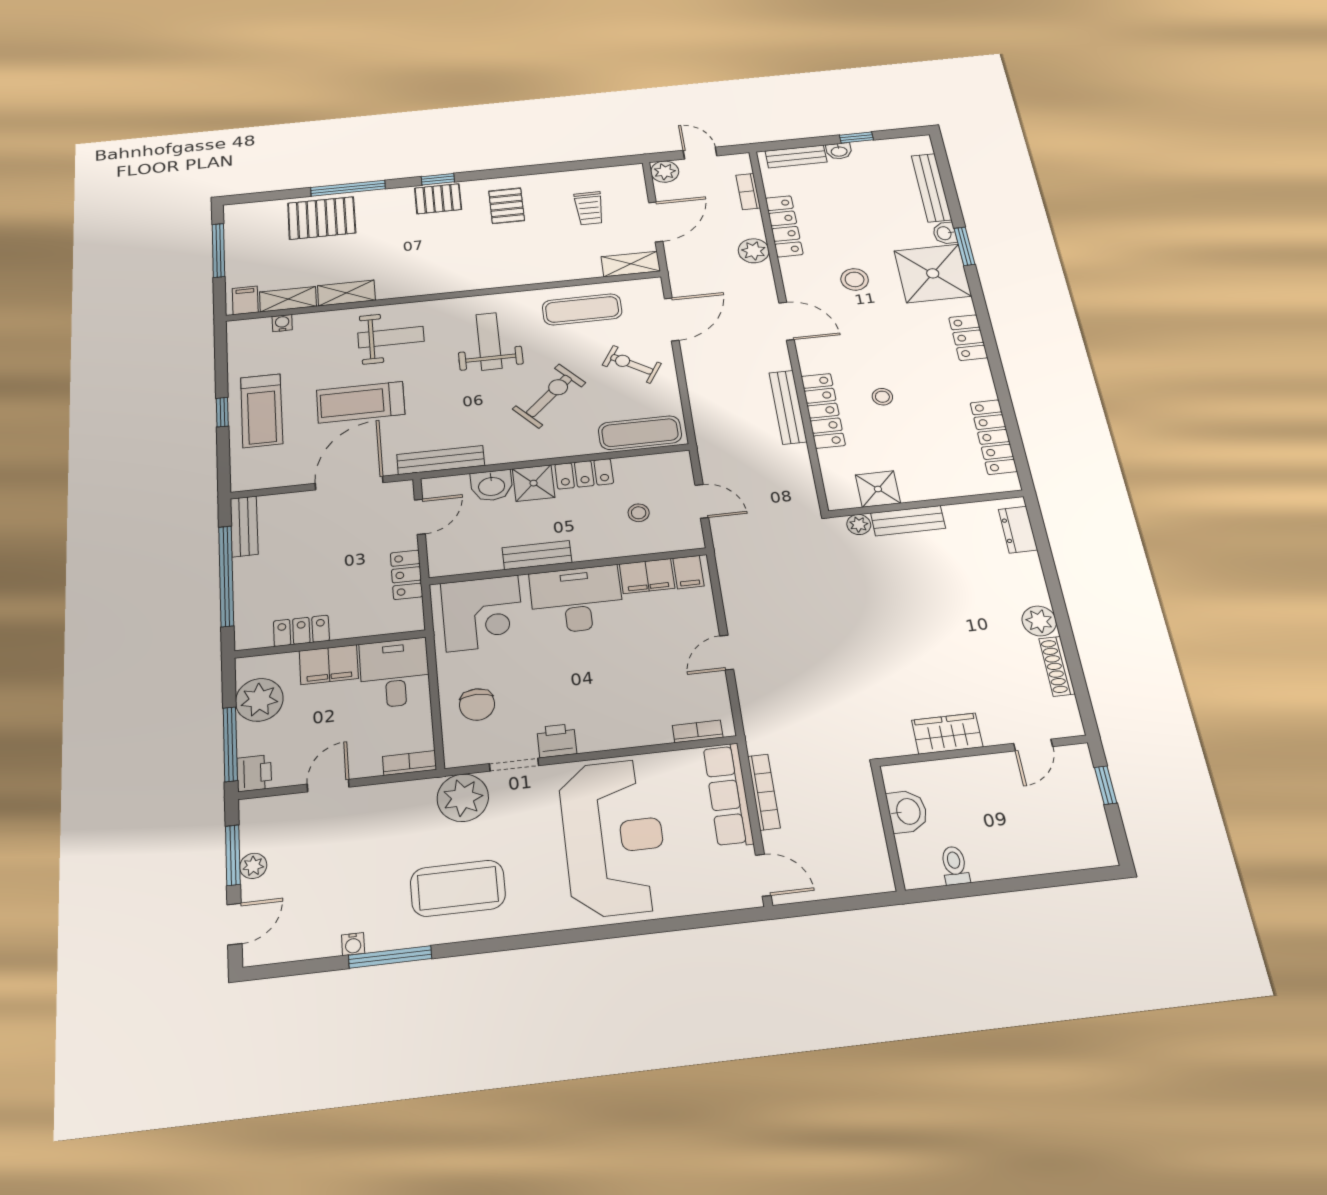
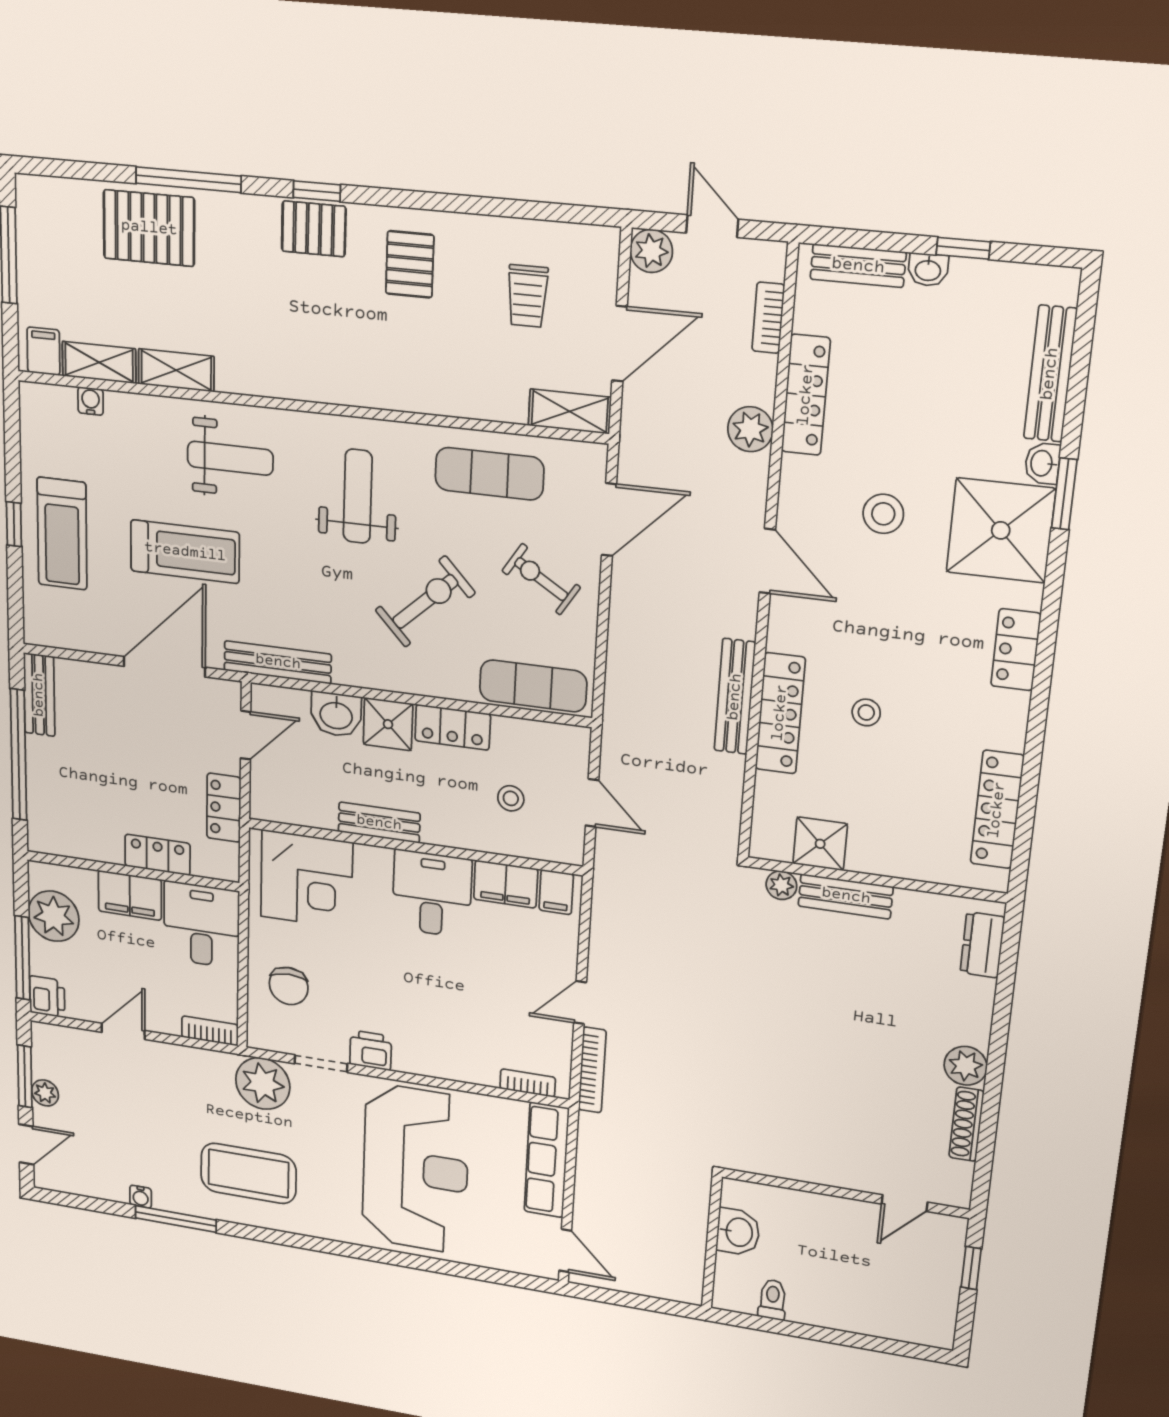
treadmill: (361, 402) -> (185, 552), turned 180
desk: (577, 600) -> (432, 894), width x0.73
locker: (301, 631) -> (157, 855), moved
wardrobe: (947, 734) -> (810, 1163), removed
bookcase: (764, 792) -> (592, 1070), moved

